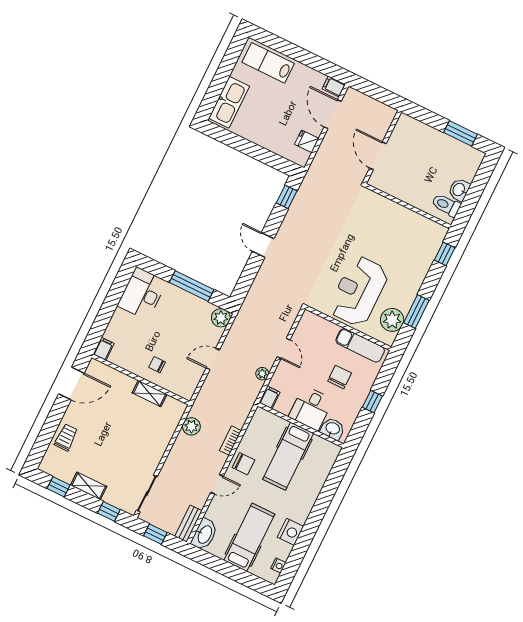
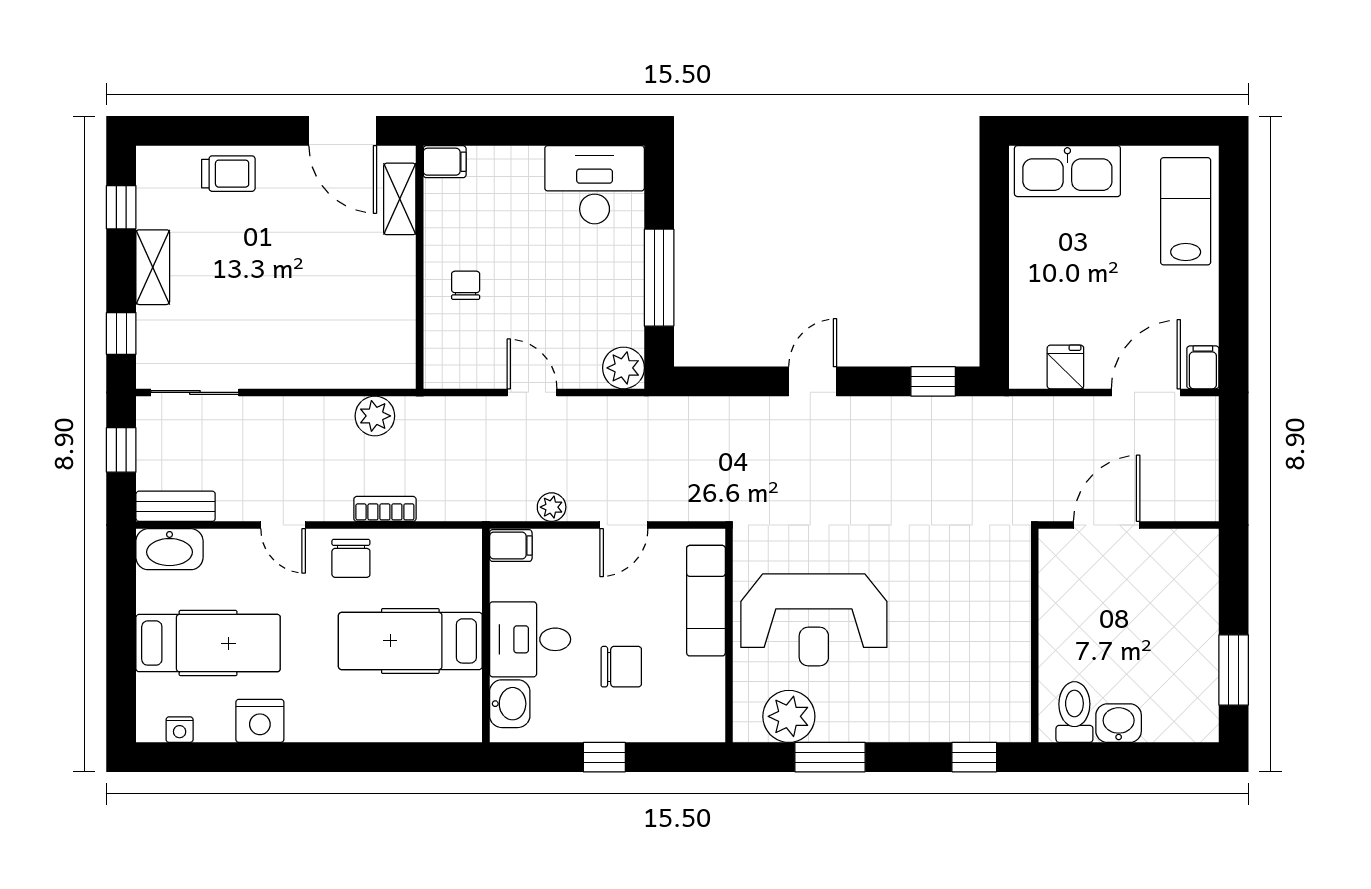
reception desk: (358, 291) -> (814, 620), turned 180
exam couch: (360, 345) -> (706, 601), moved
shelving: (150, 394) -> (400, 199), moved

